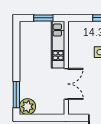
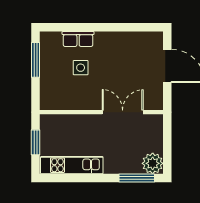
kitchen unit: (58, 45) -> (72, 165), moved, turned 180

